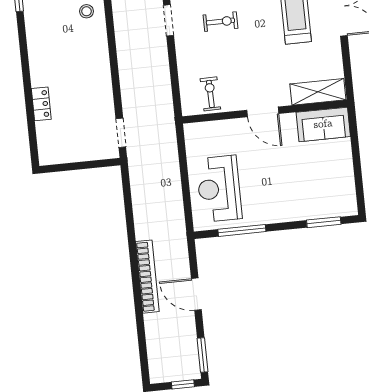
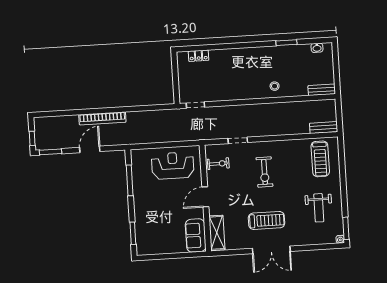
doorway: (169, 20) -> (238, 140), moved
exercise bike: (220, 22) -> (264, 172), width x1.38, depth x1.39
locker: (41, 104) -> (199, 56), moved
reception desk: (219, 189) -> (173, 166), moved

